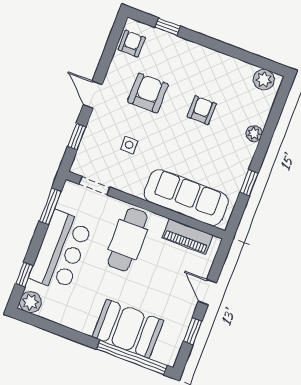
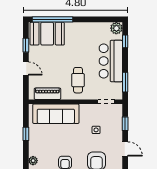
cafe table: (128, 240) -> (78, 80), width x0.73, depth x0.74
booth: (128, 329) -> (47, 34), moved

